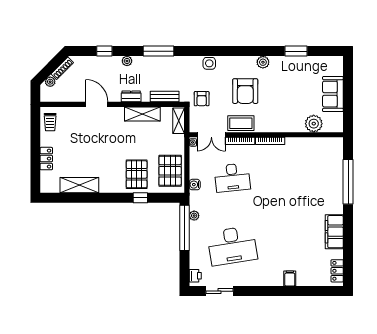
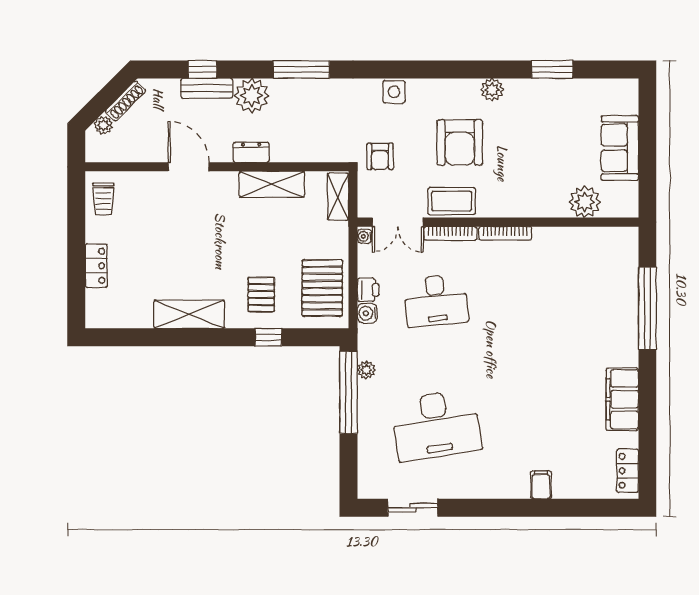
plant: (127, 61) -> (252, 95), width x1.88, depth x1.88
bench: (165, 97) -> (207, 88), moved
pallet: (137, 174) -> (261, 294), width x0.67, depth x0.71
shelving: (79, 185) -> (189, 314), moved
printer: (195, 276) -> (368, 290), moved

